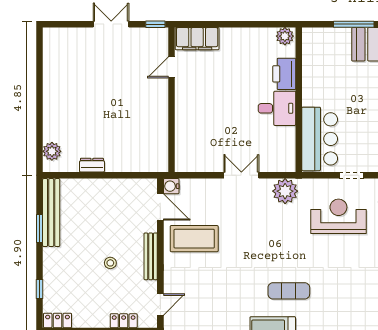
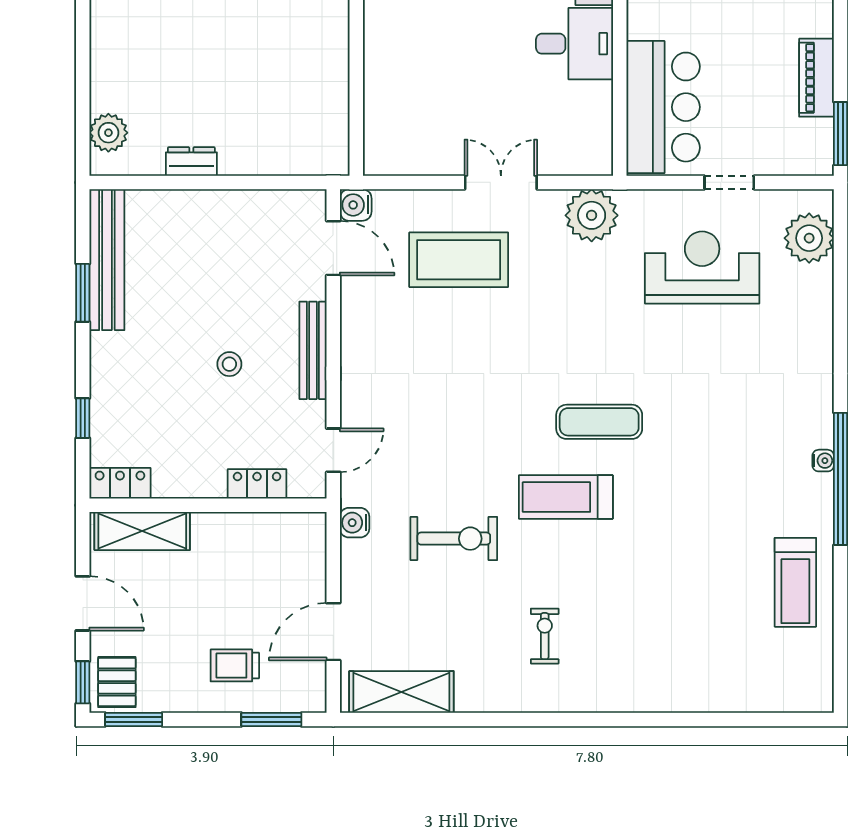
coffee table: (194, 239) -> (459, 260), moved

